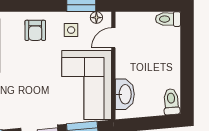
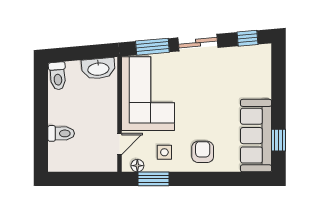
toilet: (168, 19) -> (61, 133), moved
washbasin: (125, 94) -> (98, 69), moved, turned -95

